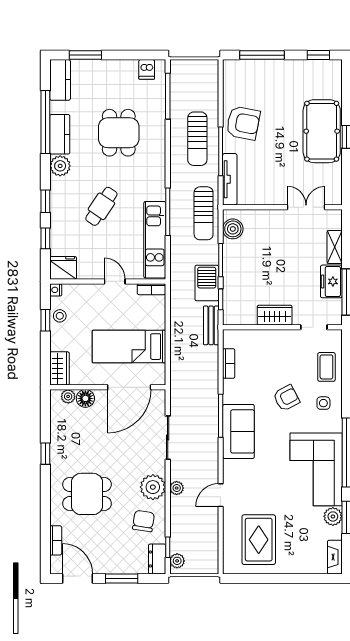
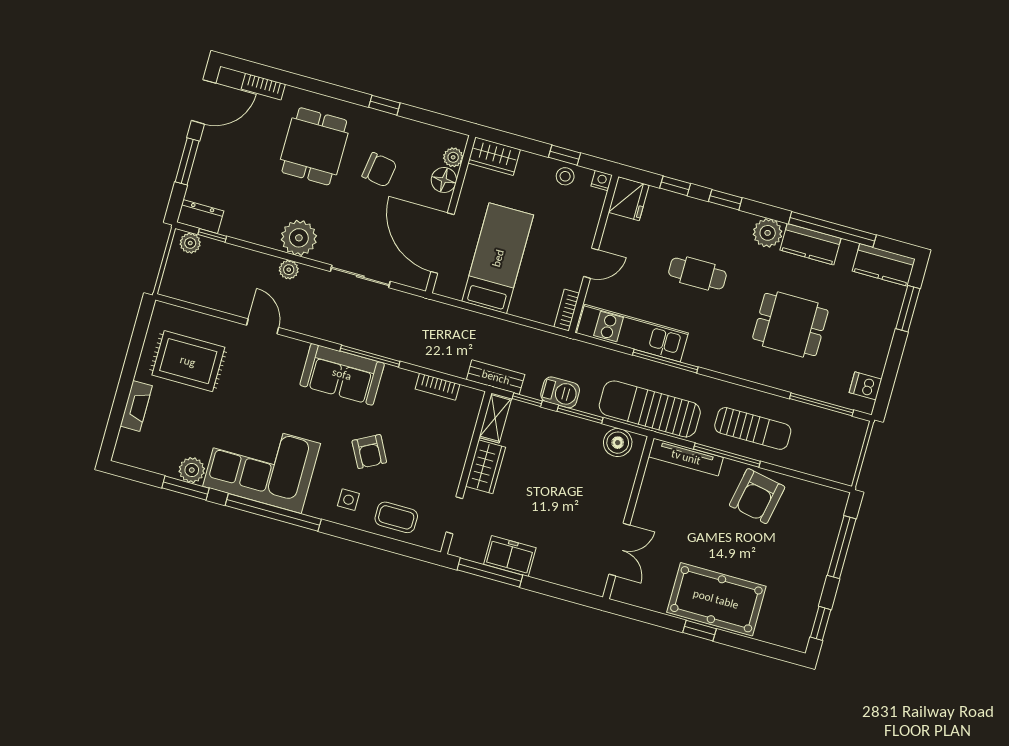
sun lounger: (197, 139) -> (753, 428), turned 180
cafe table: (101, 206) -> (697, 274), turned -34
sun lounger: (204, 213) -> (650, 409), width x1.36, depth x1.34
shelving: (335, 247) -> (495, 418), moved, turned 90
barbecue: (207, 283) -> (560, 392), width x0.73, depth x0.79
chair: (144, 521) -> (379, 170), moved
fireplace: (335, 557) -> (136, 406), moved, turned 90

